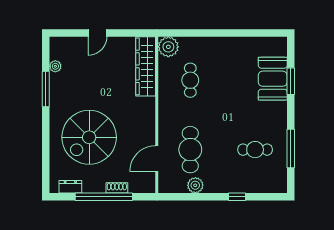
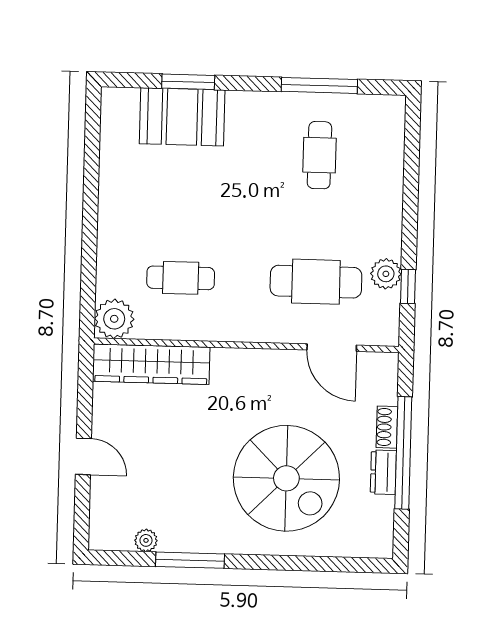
dresser: (70, 187) -> (383, 472), moved
window: (237, 197) -> (408, 286), moved

